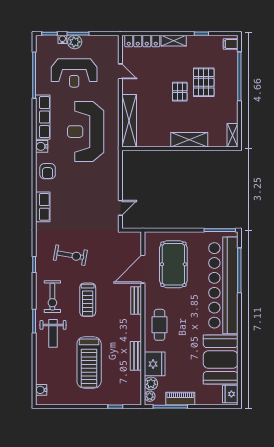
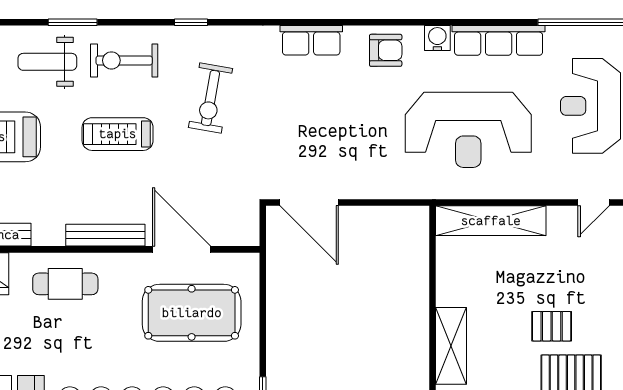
reception desk: (86, 132) -> (468, 130), turned 180
armchair: (48, 171) -> (386, 50), turned 180
door: (120, 208) -> (309, 202), width x1.88
bench: (136, 301) -> (105, 235), width x1.36

